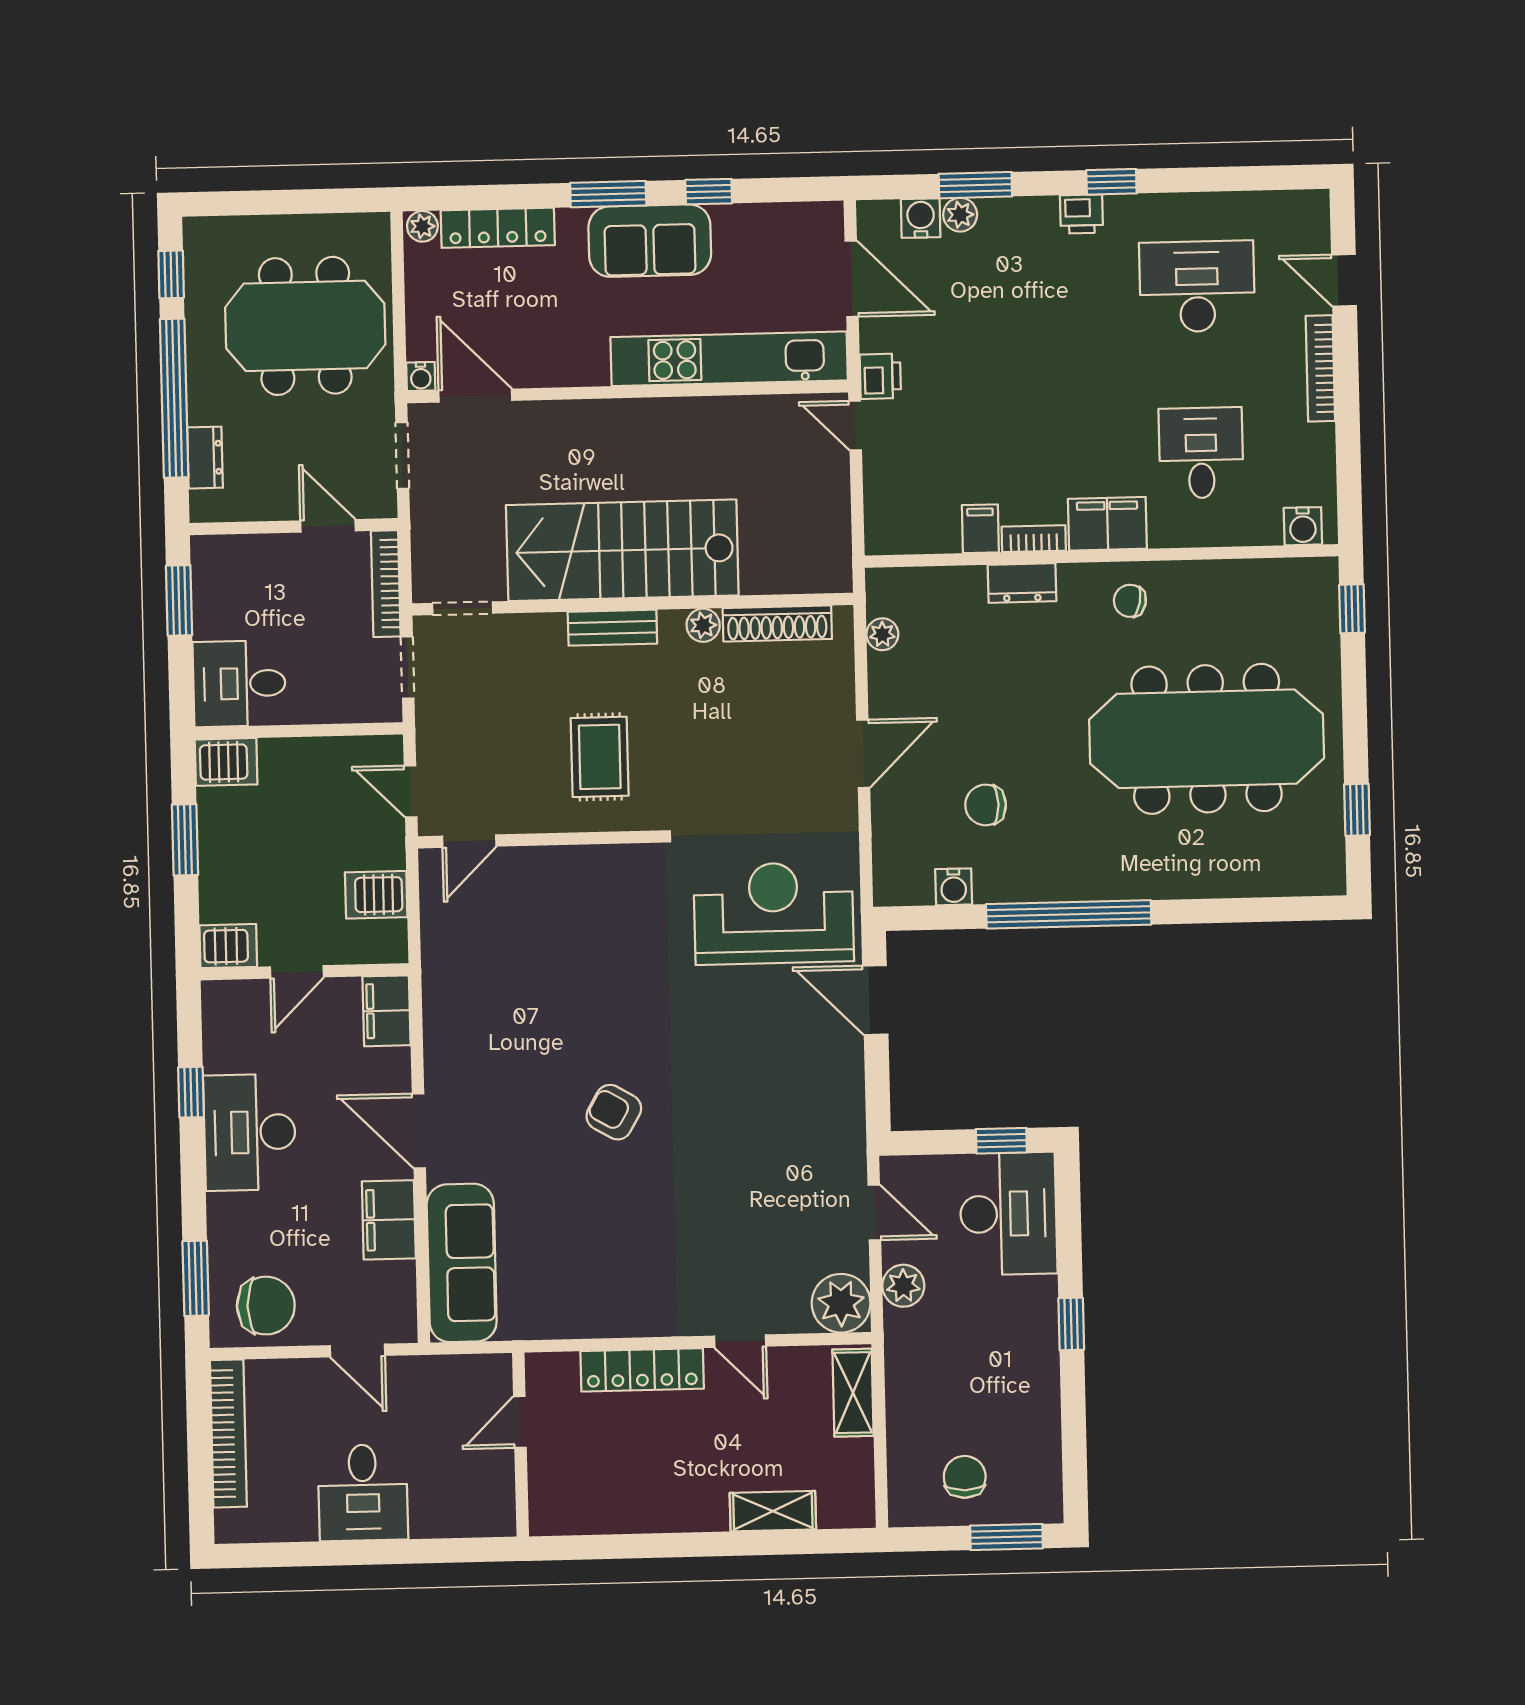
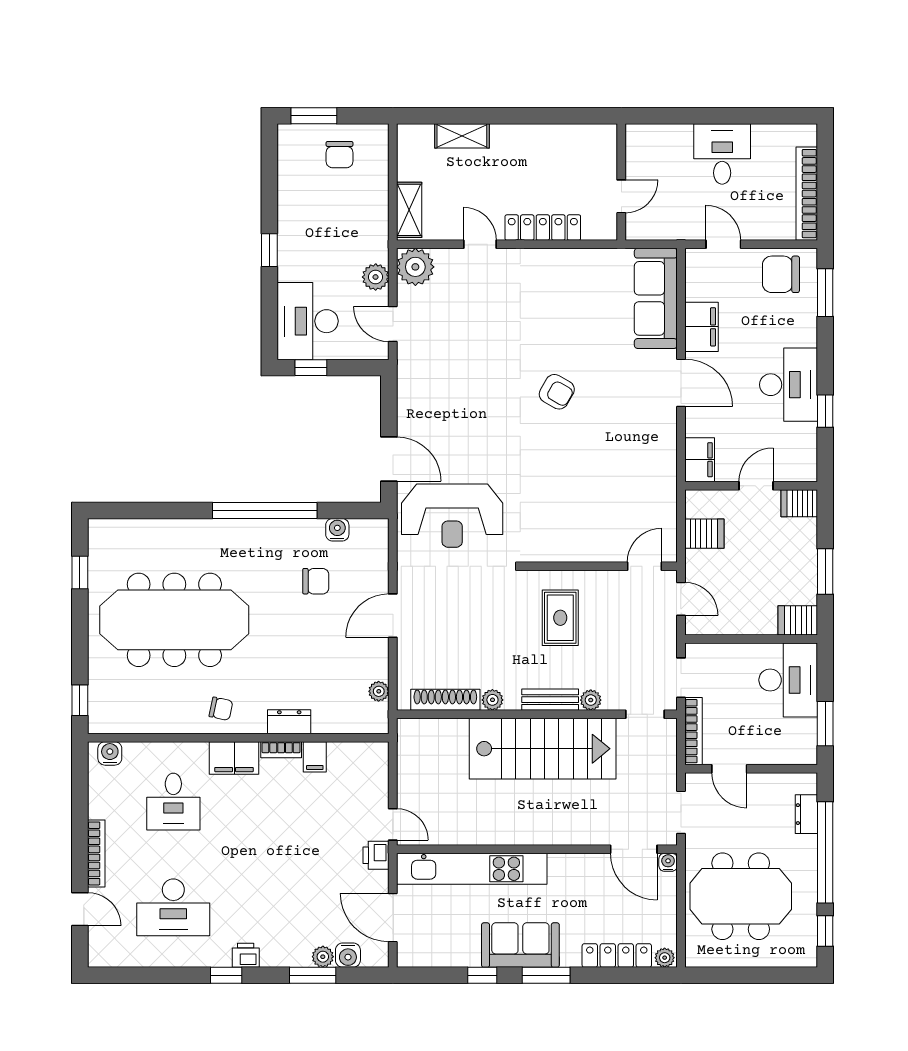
plant: (549, 629) -> (591, 700), added
desk: (239, 684) -> (788, 680), width x1.37

